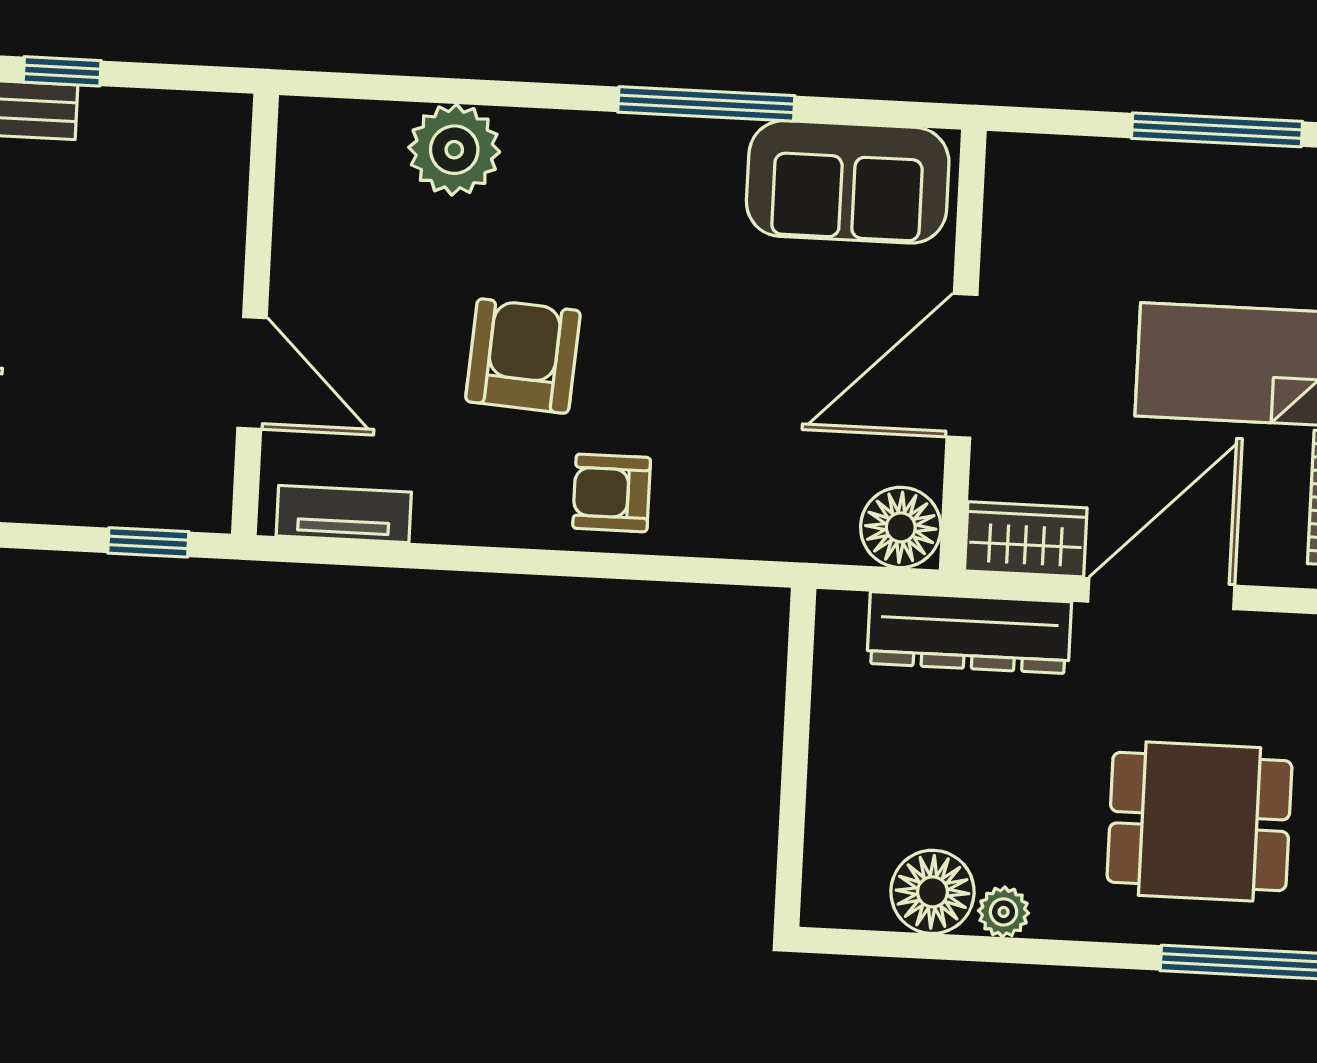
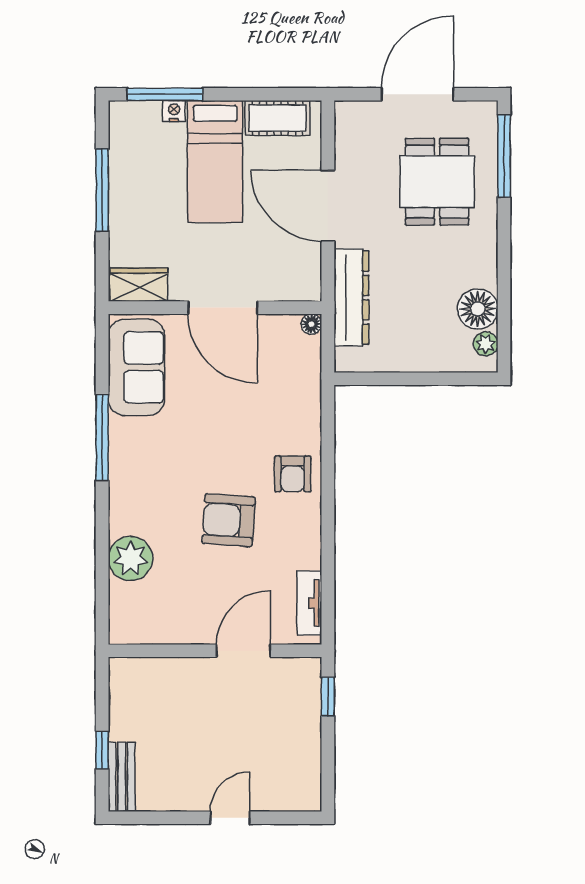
floor lamp: (901, 527) -> (311, 324), width x0.53, depth x0.53
wardrobe: (1026, 539) -> (139, 285), moved, turned 90
plant: (1004, 912) -> (486, 344), moved

